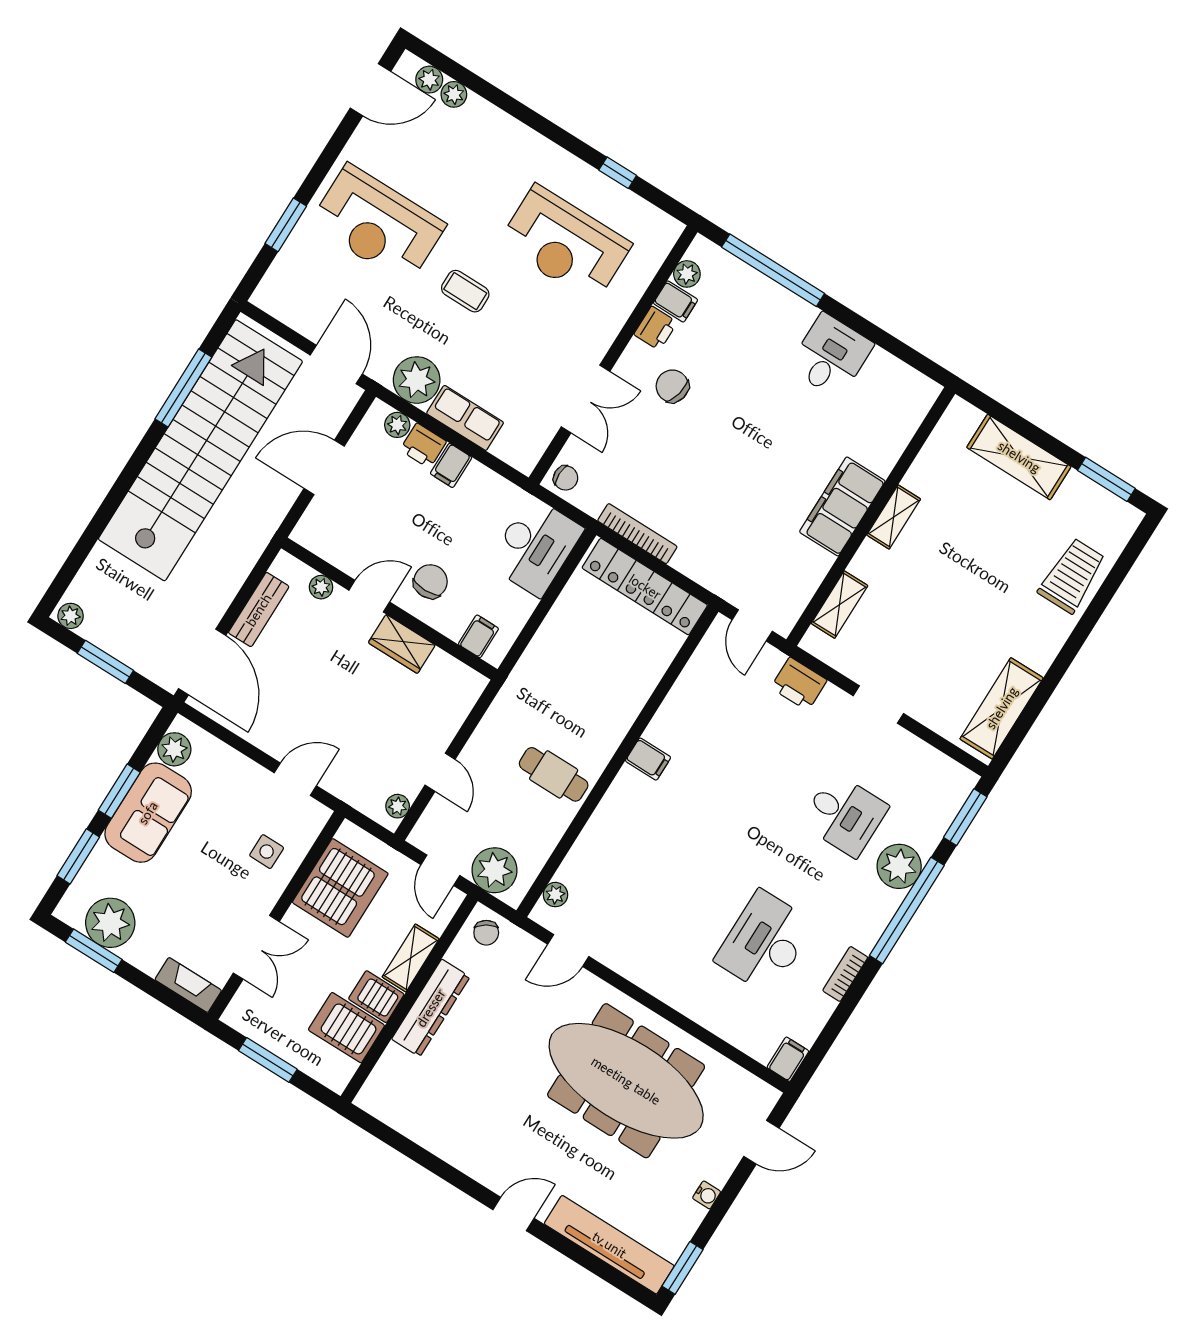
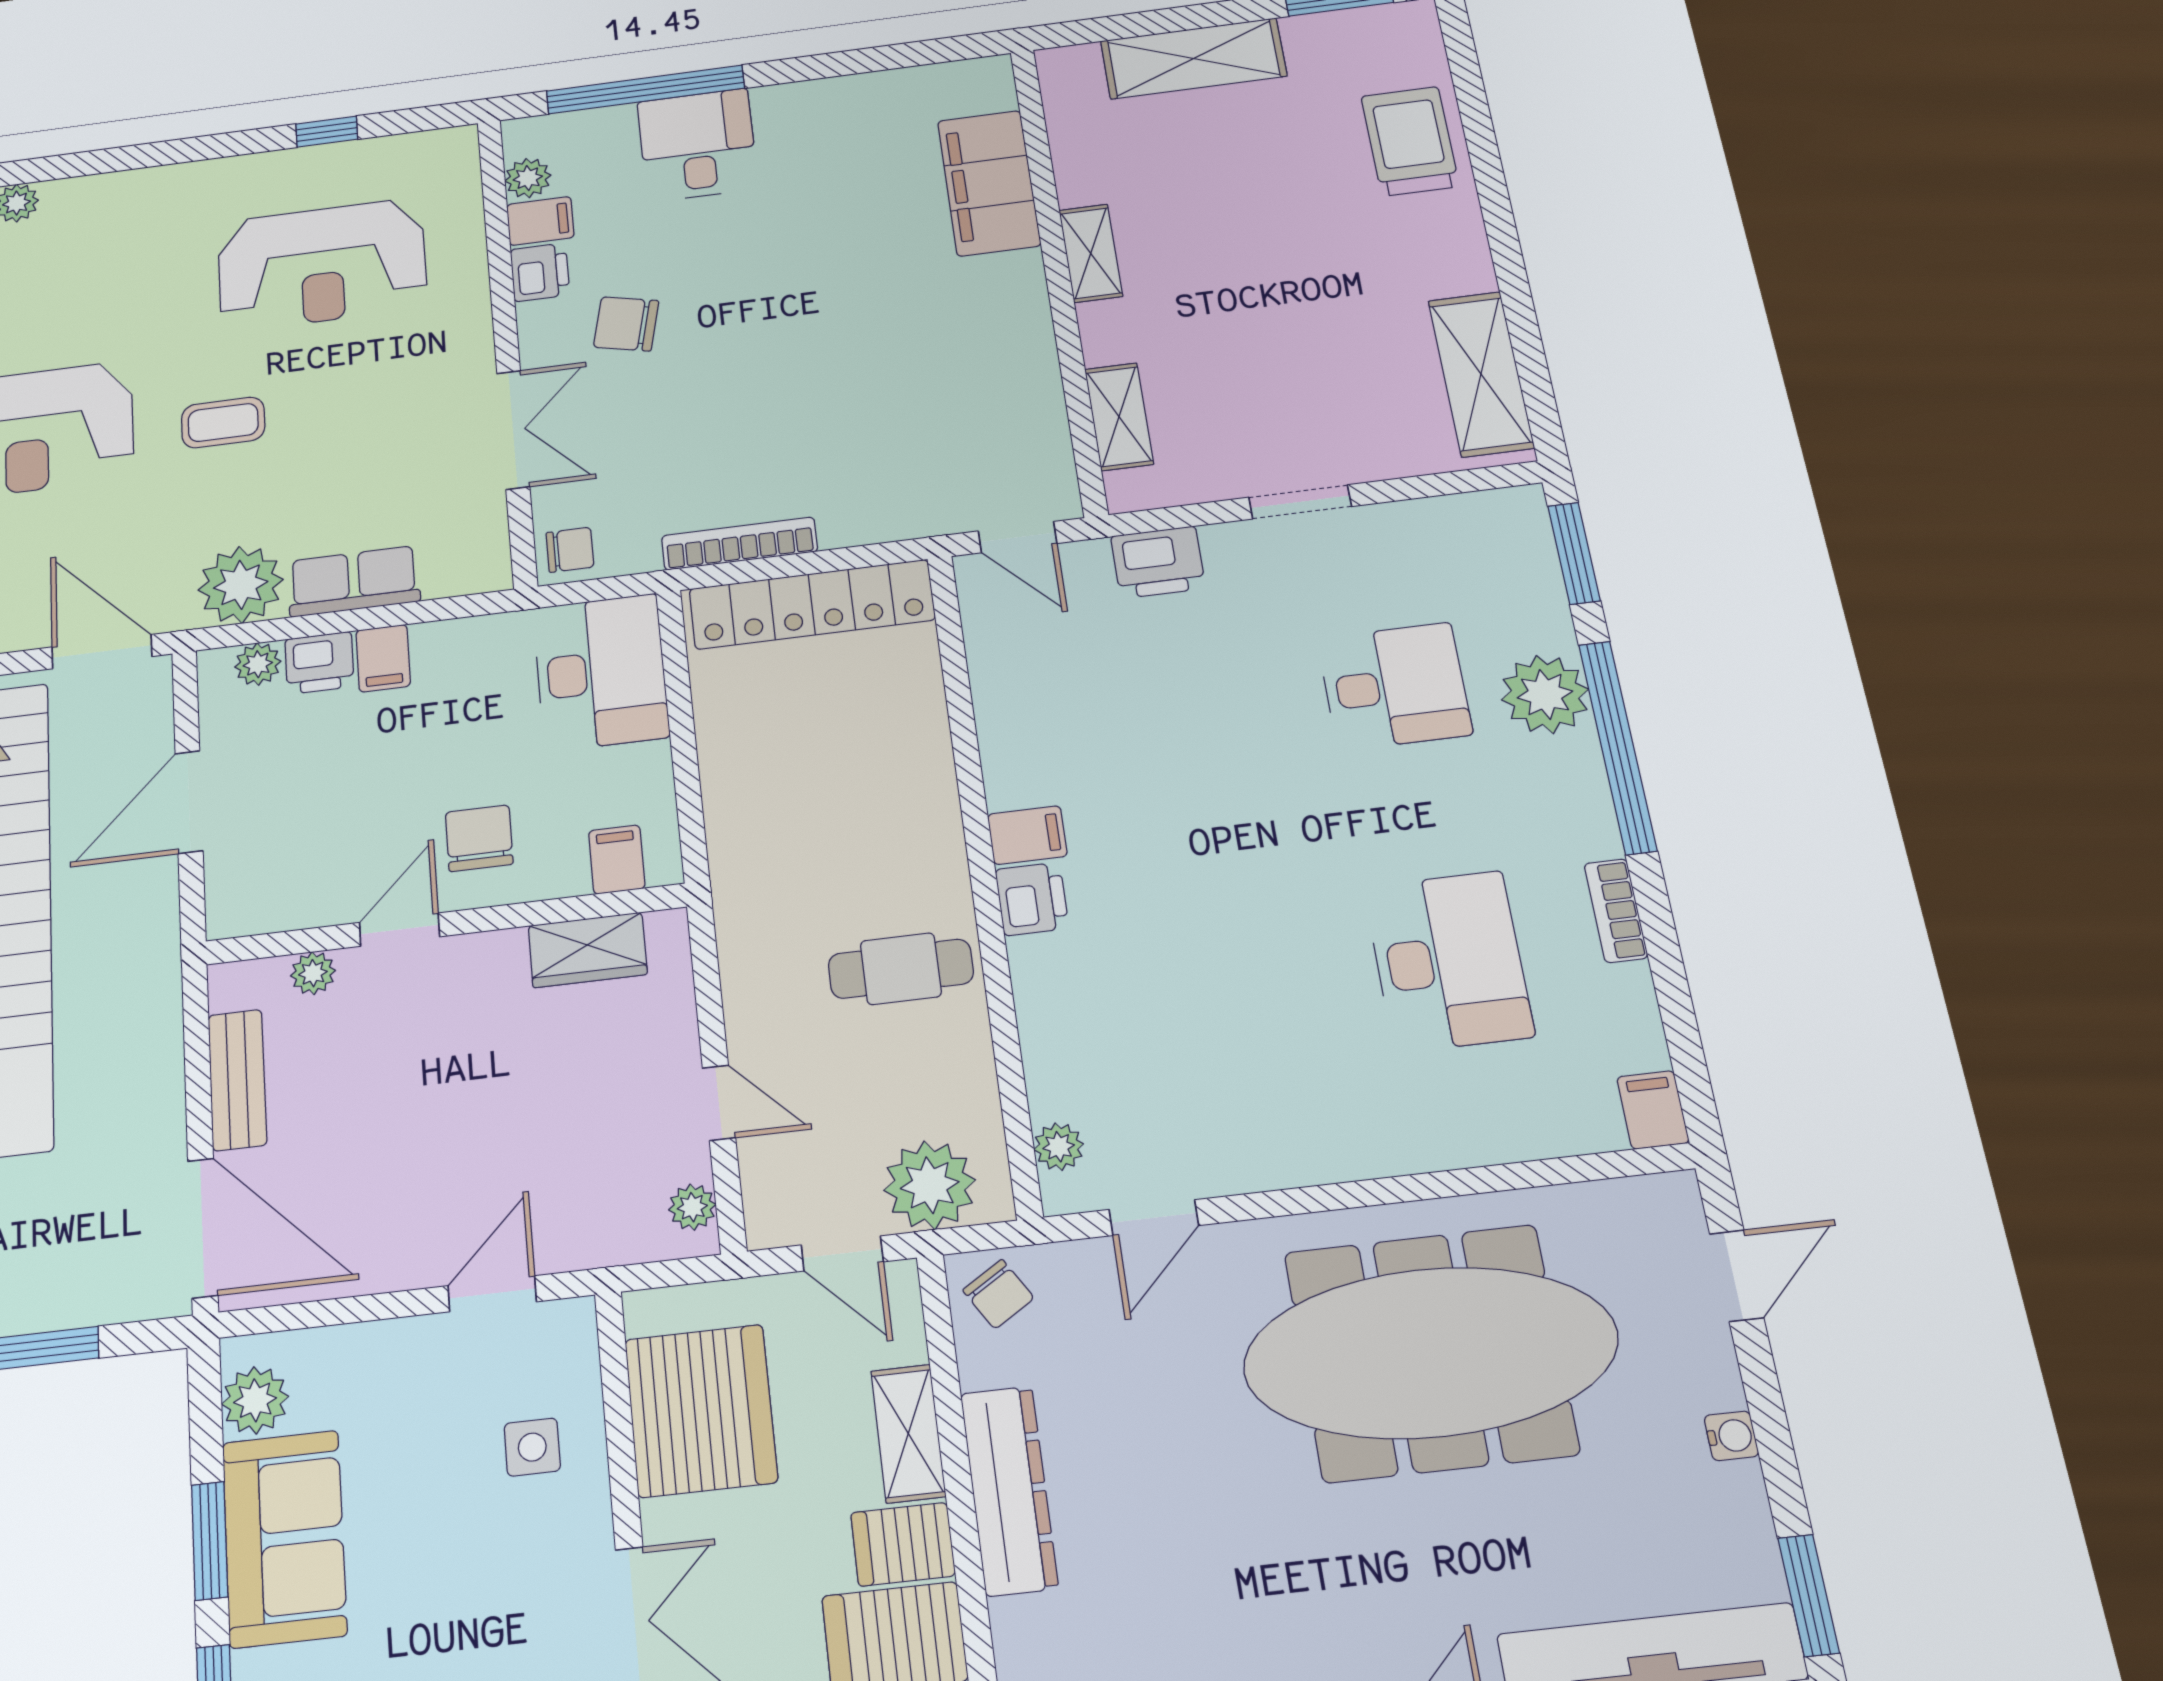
desk: (831, 356) -> (698, 145), moved
filing cabinet: (842, 506) -> (989, 183), moved
wardrobe: (402, 644) -> (588, 950), moved
printer: (628, 787) -> (1032, 899), added
desk: (765, 942) -> (1449, 961), turned 180

